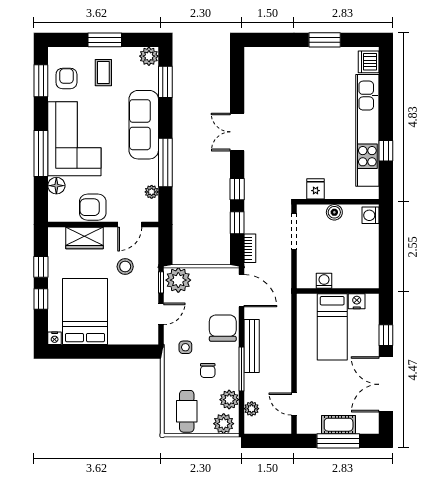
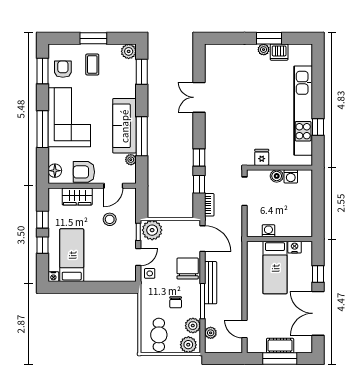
plant: (318, 54) -> (264, 50), added
dishwasher: (369, 62) -> (279, 52), moved, turned -90
sofa: (144, 125) -> (124, 126), moved
double door: (237, 132) -> (199, 97), moved
floor lamp: (56, 186) -> (55, 171), moved
washing machine: (371, 215) -> (291, 176), moved, turned -90
bed: (85, 311) -> (72, 255), width x0.67
side table: (185, 347) -> (150, 273), moved

